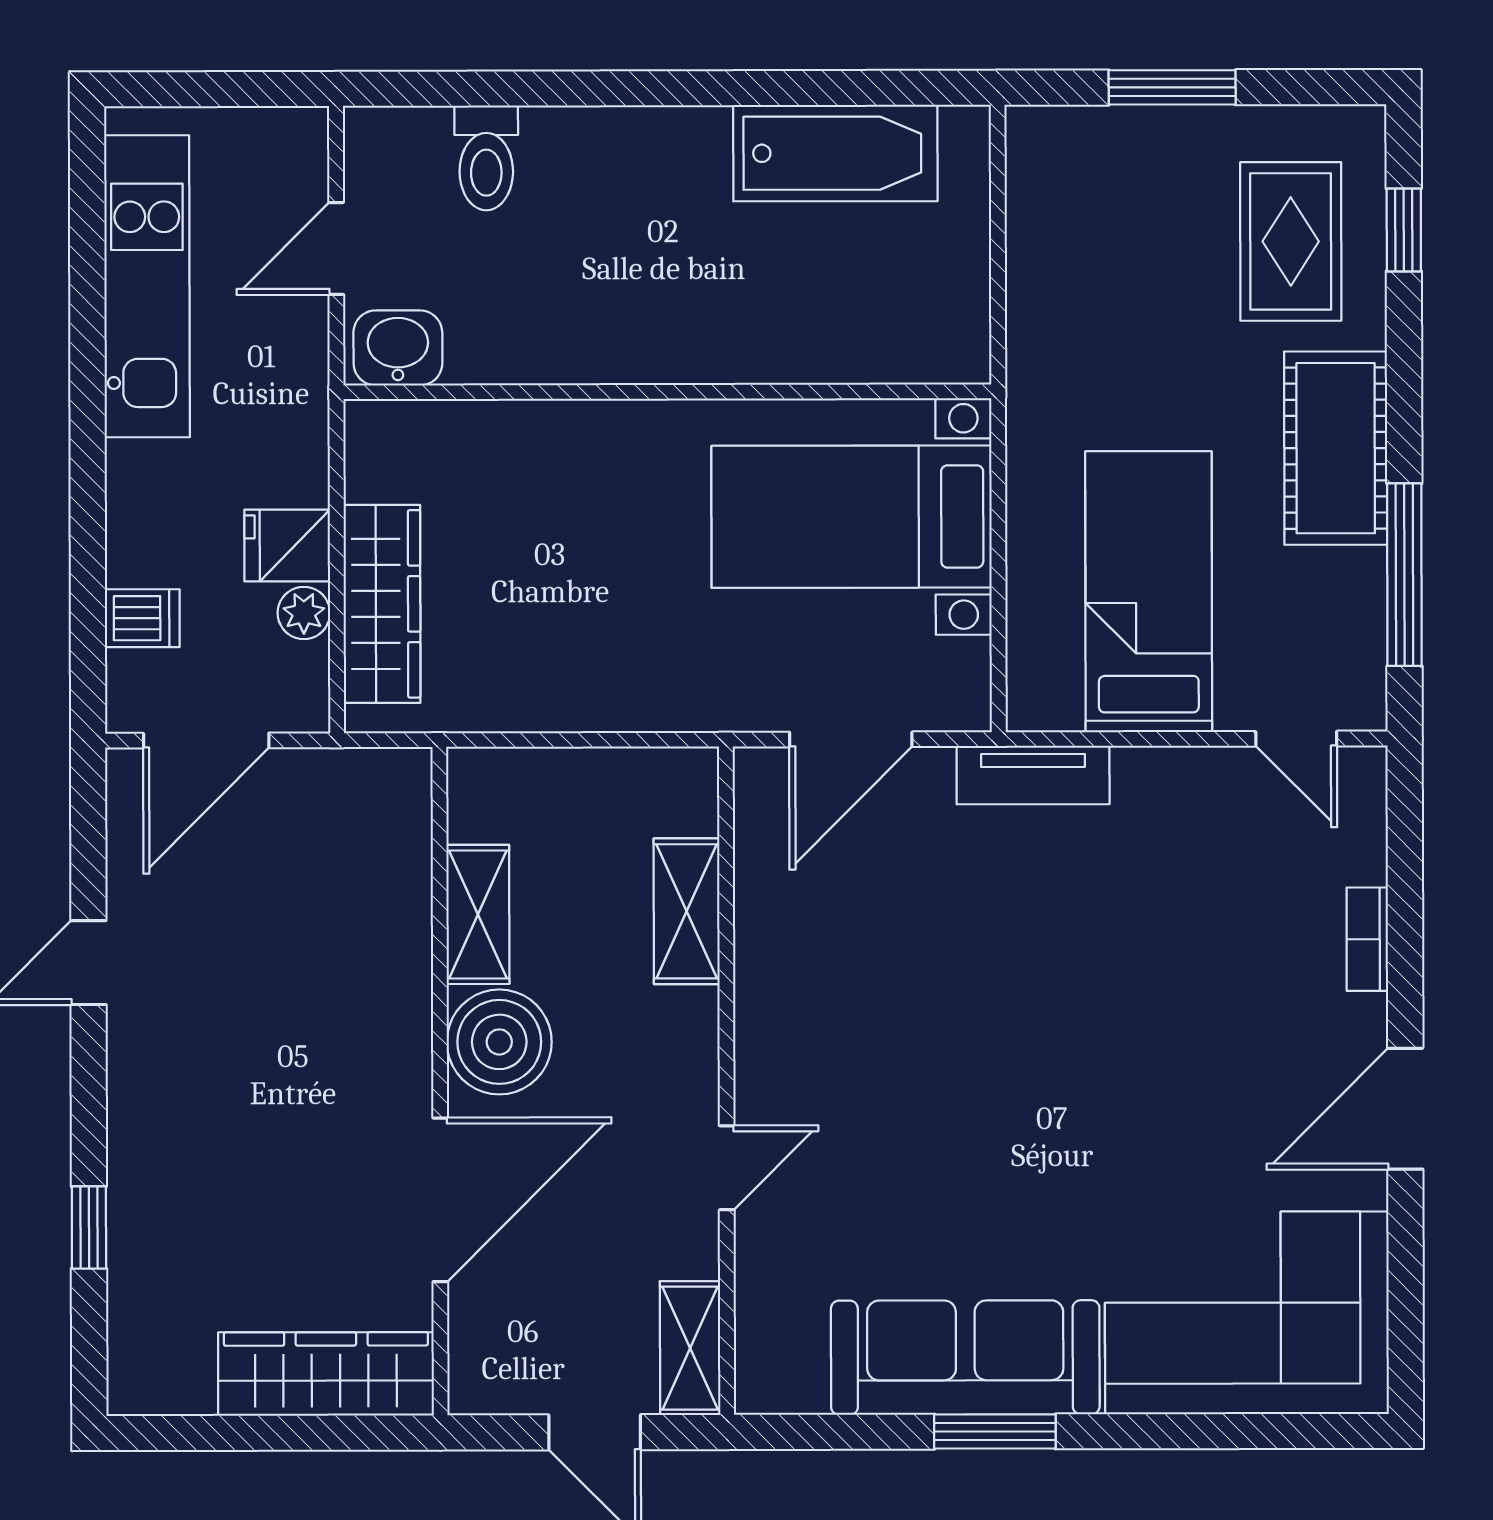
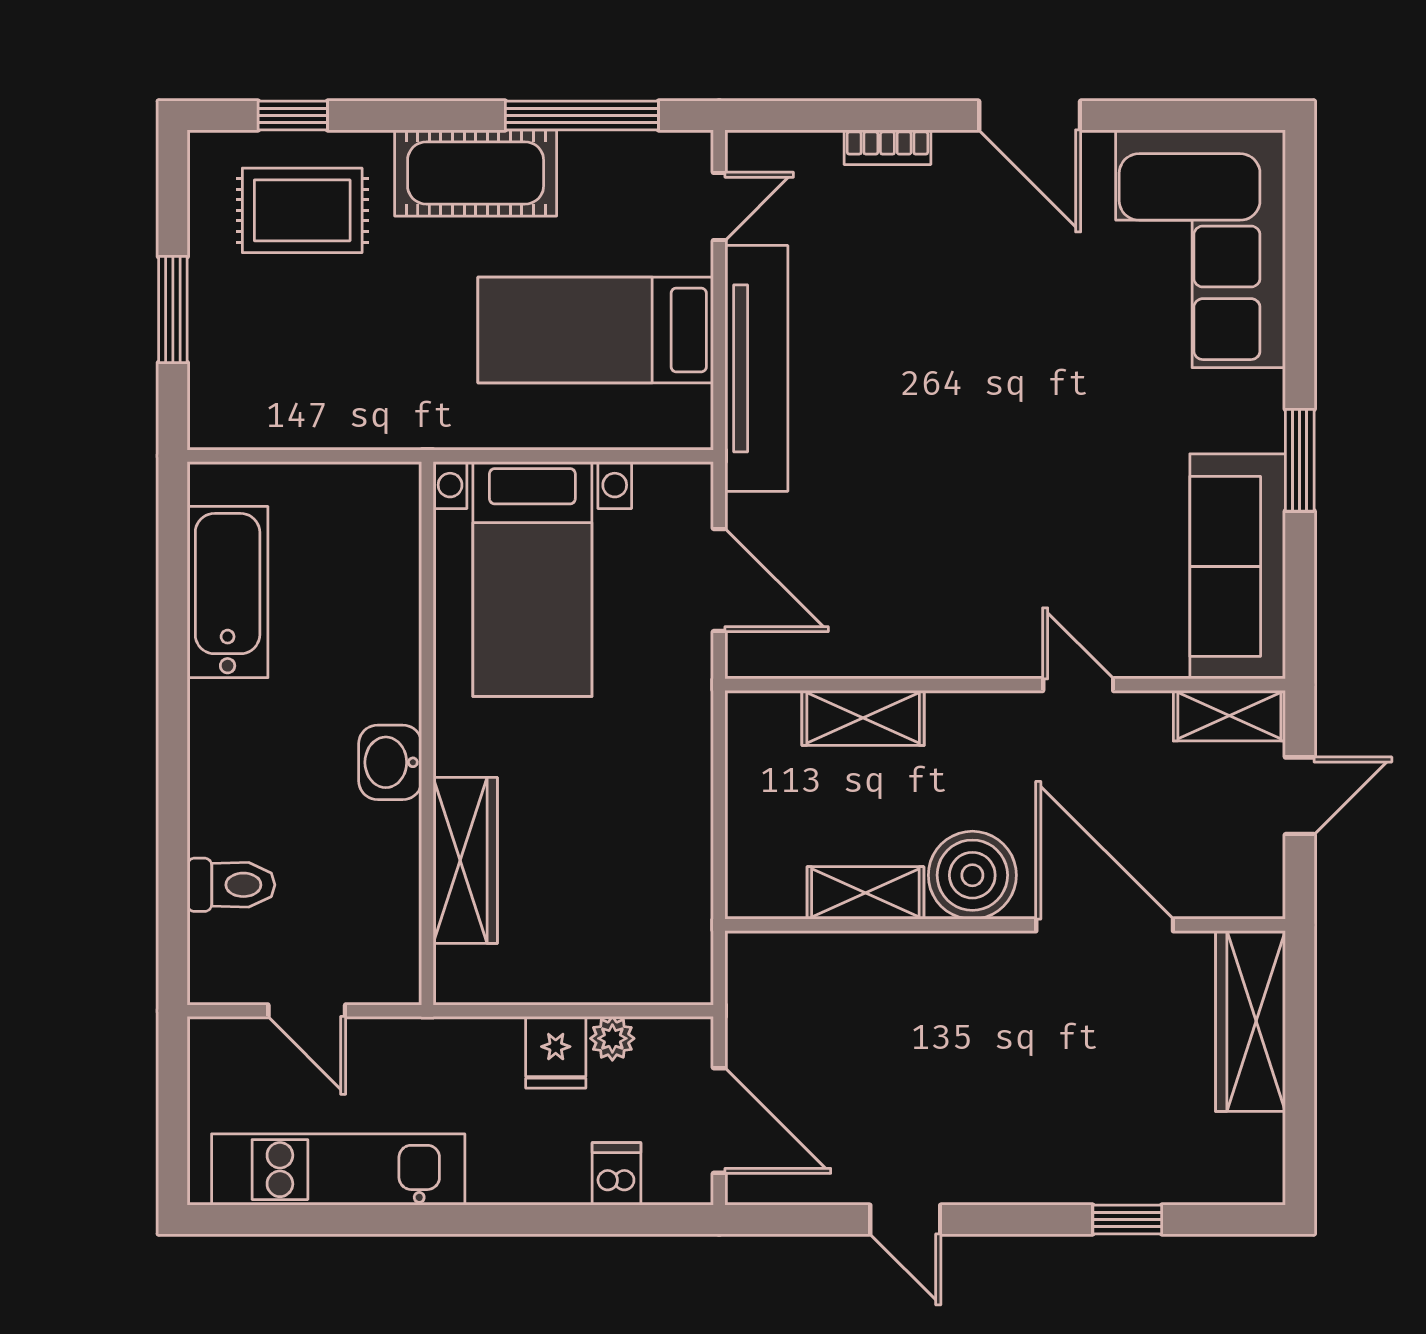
washbasin: (398, 348) -> (390, 762), moved
wardrobe: (382, 604) -> (465, 860), moved, turned 90
tv unit: (1033, 775) -> (756, 368), width x1.92, depth x1.29
sofa: (965, 1357) -> (1238, 566), moved

